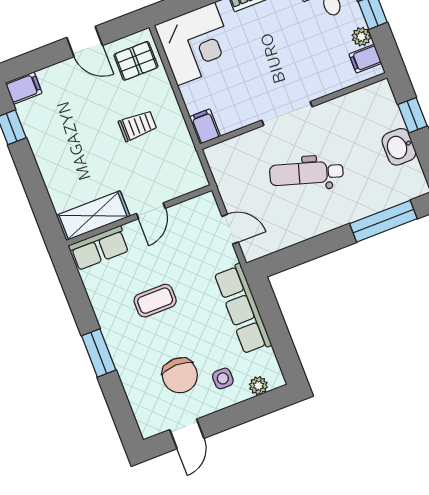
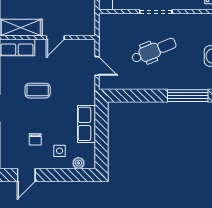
dental chair: (306, 173) -> (154, 51), turned 141
row of seats: (243, 309) -> (87, 124), width x0.68
chair: (180, 375) -> (35, 139), width x0.54, depth x0.54

